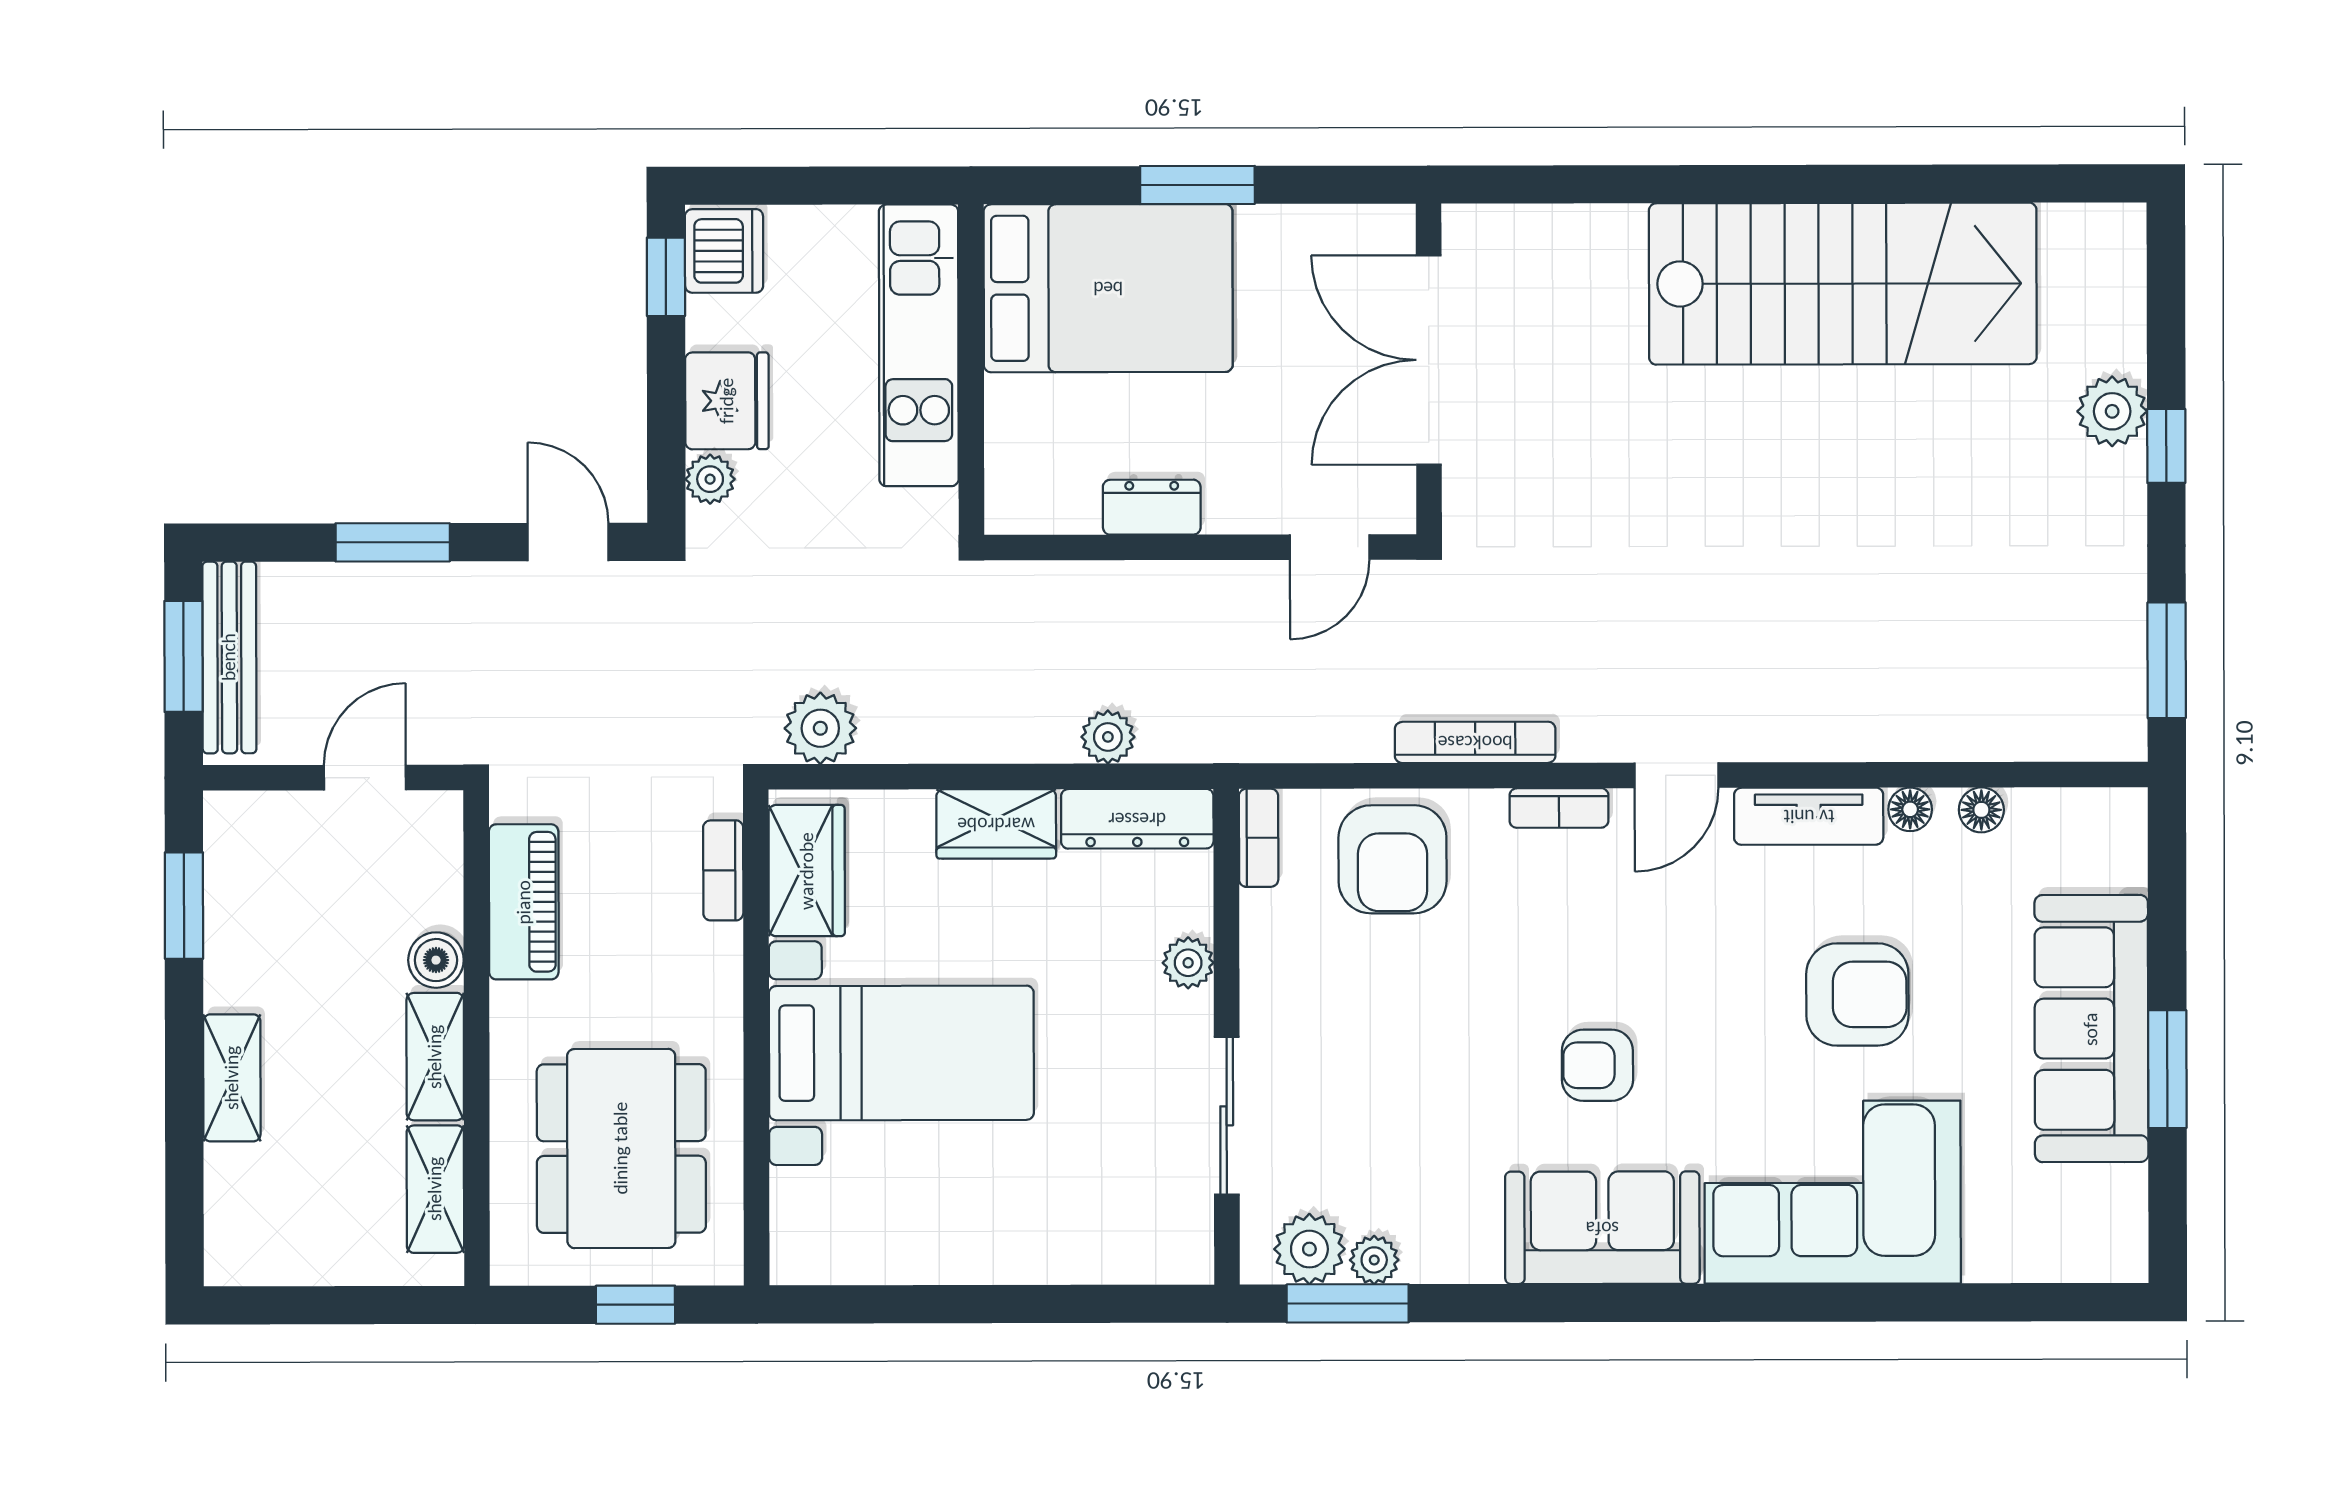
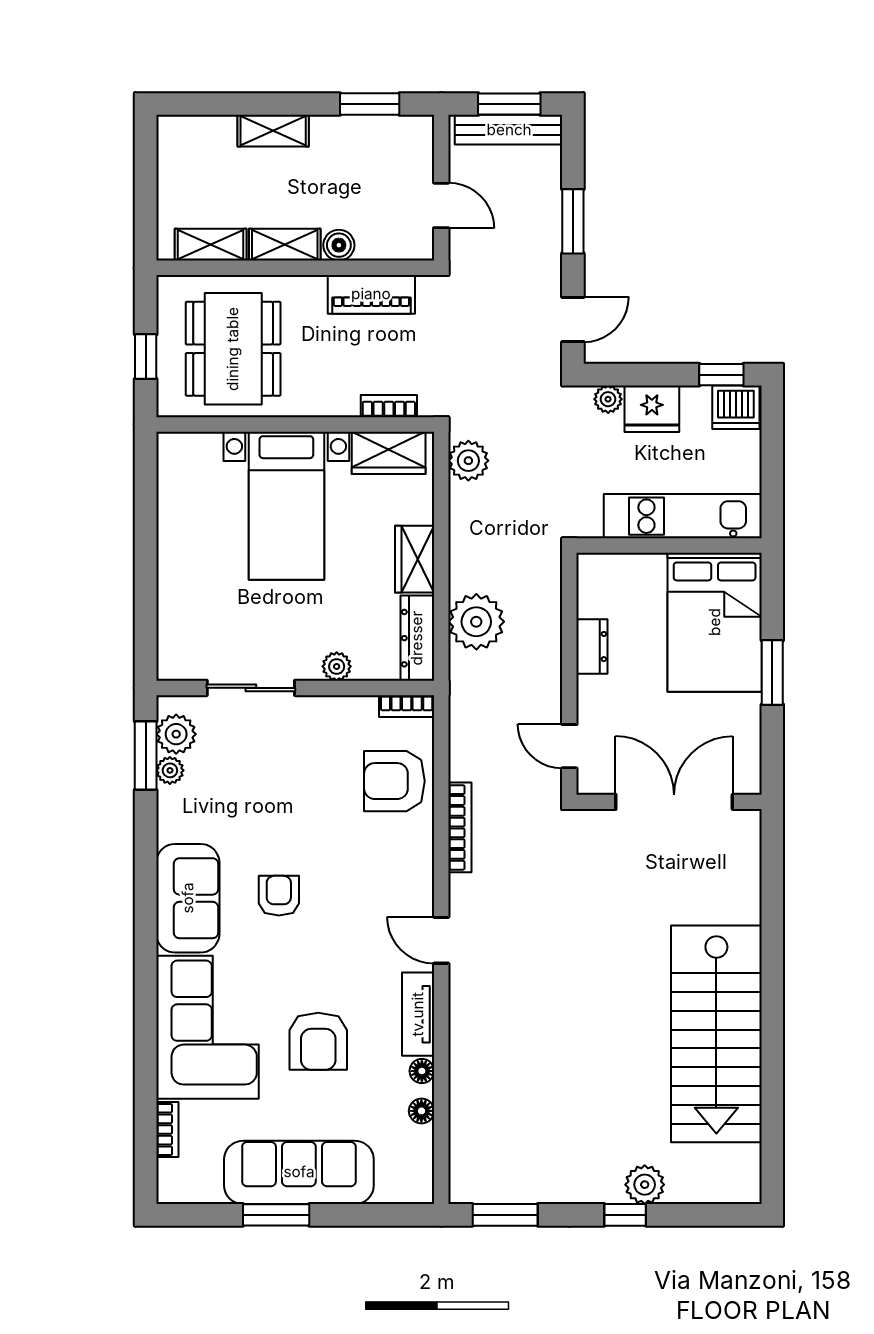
plant: (1108, 737) -> (476, 622), width x1.87, depth x1.87
bookcase: (1559, 808) -> (167, 1130), moved, turned 180
dining table: (621, 1148) -> (233, 349), turned 90

